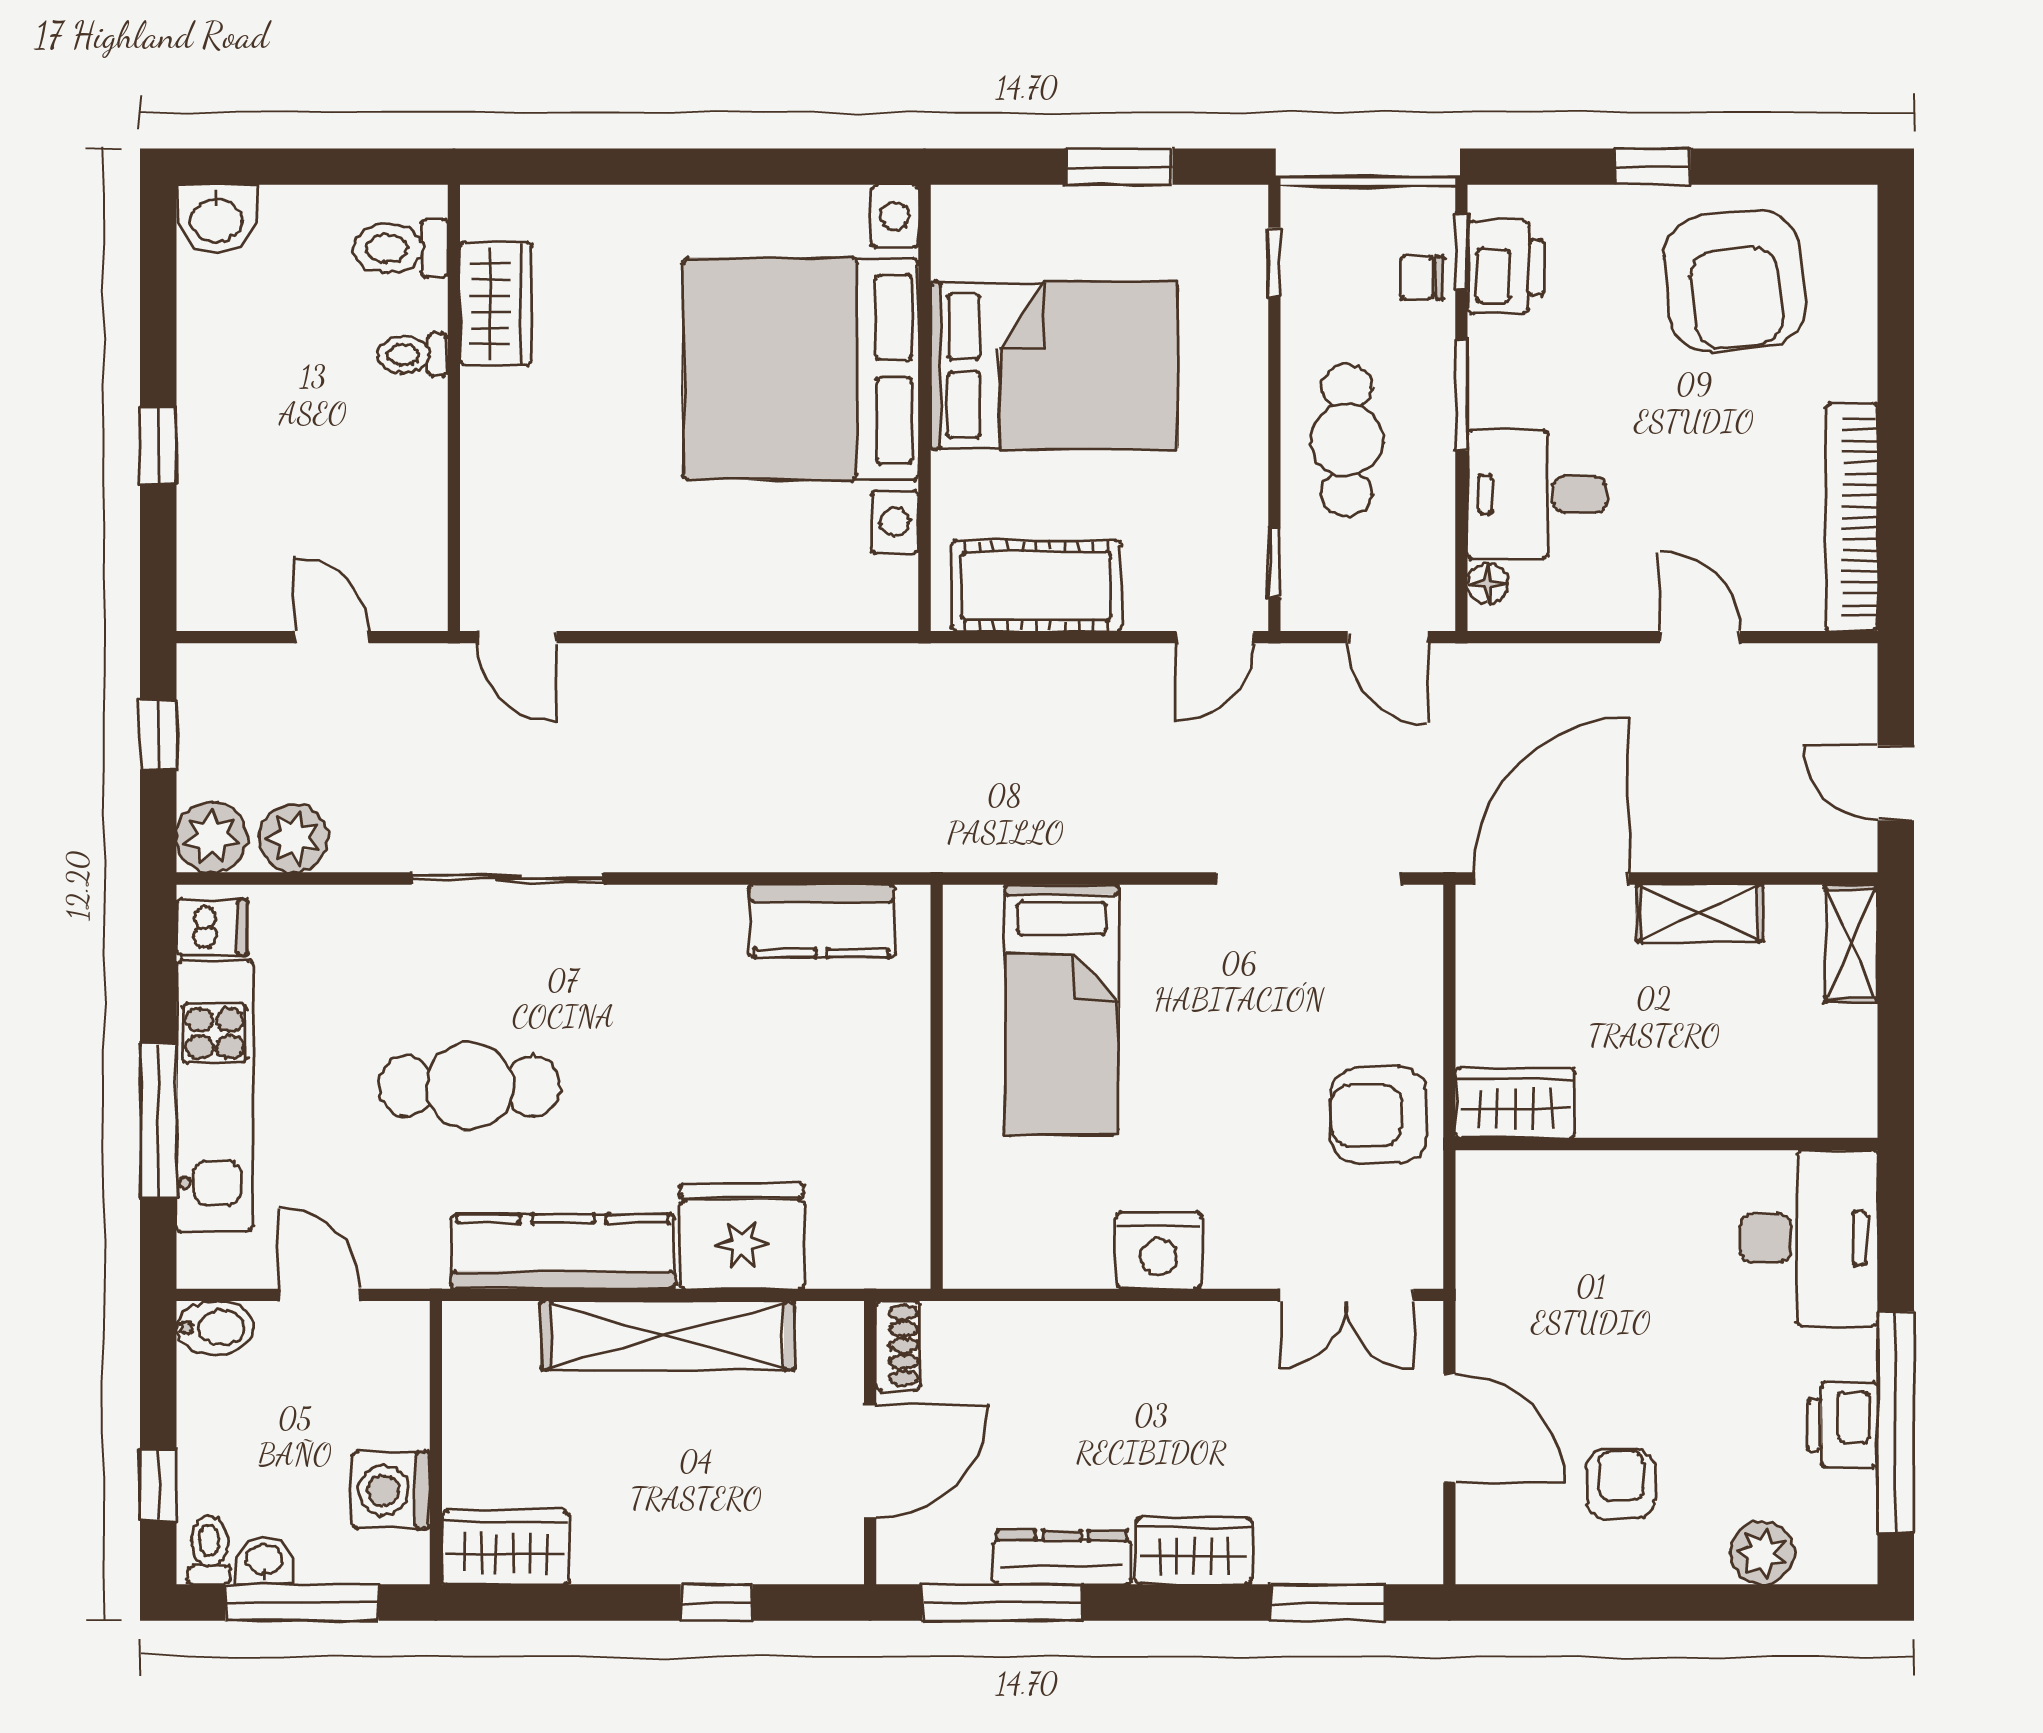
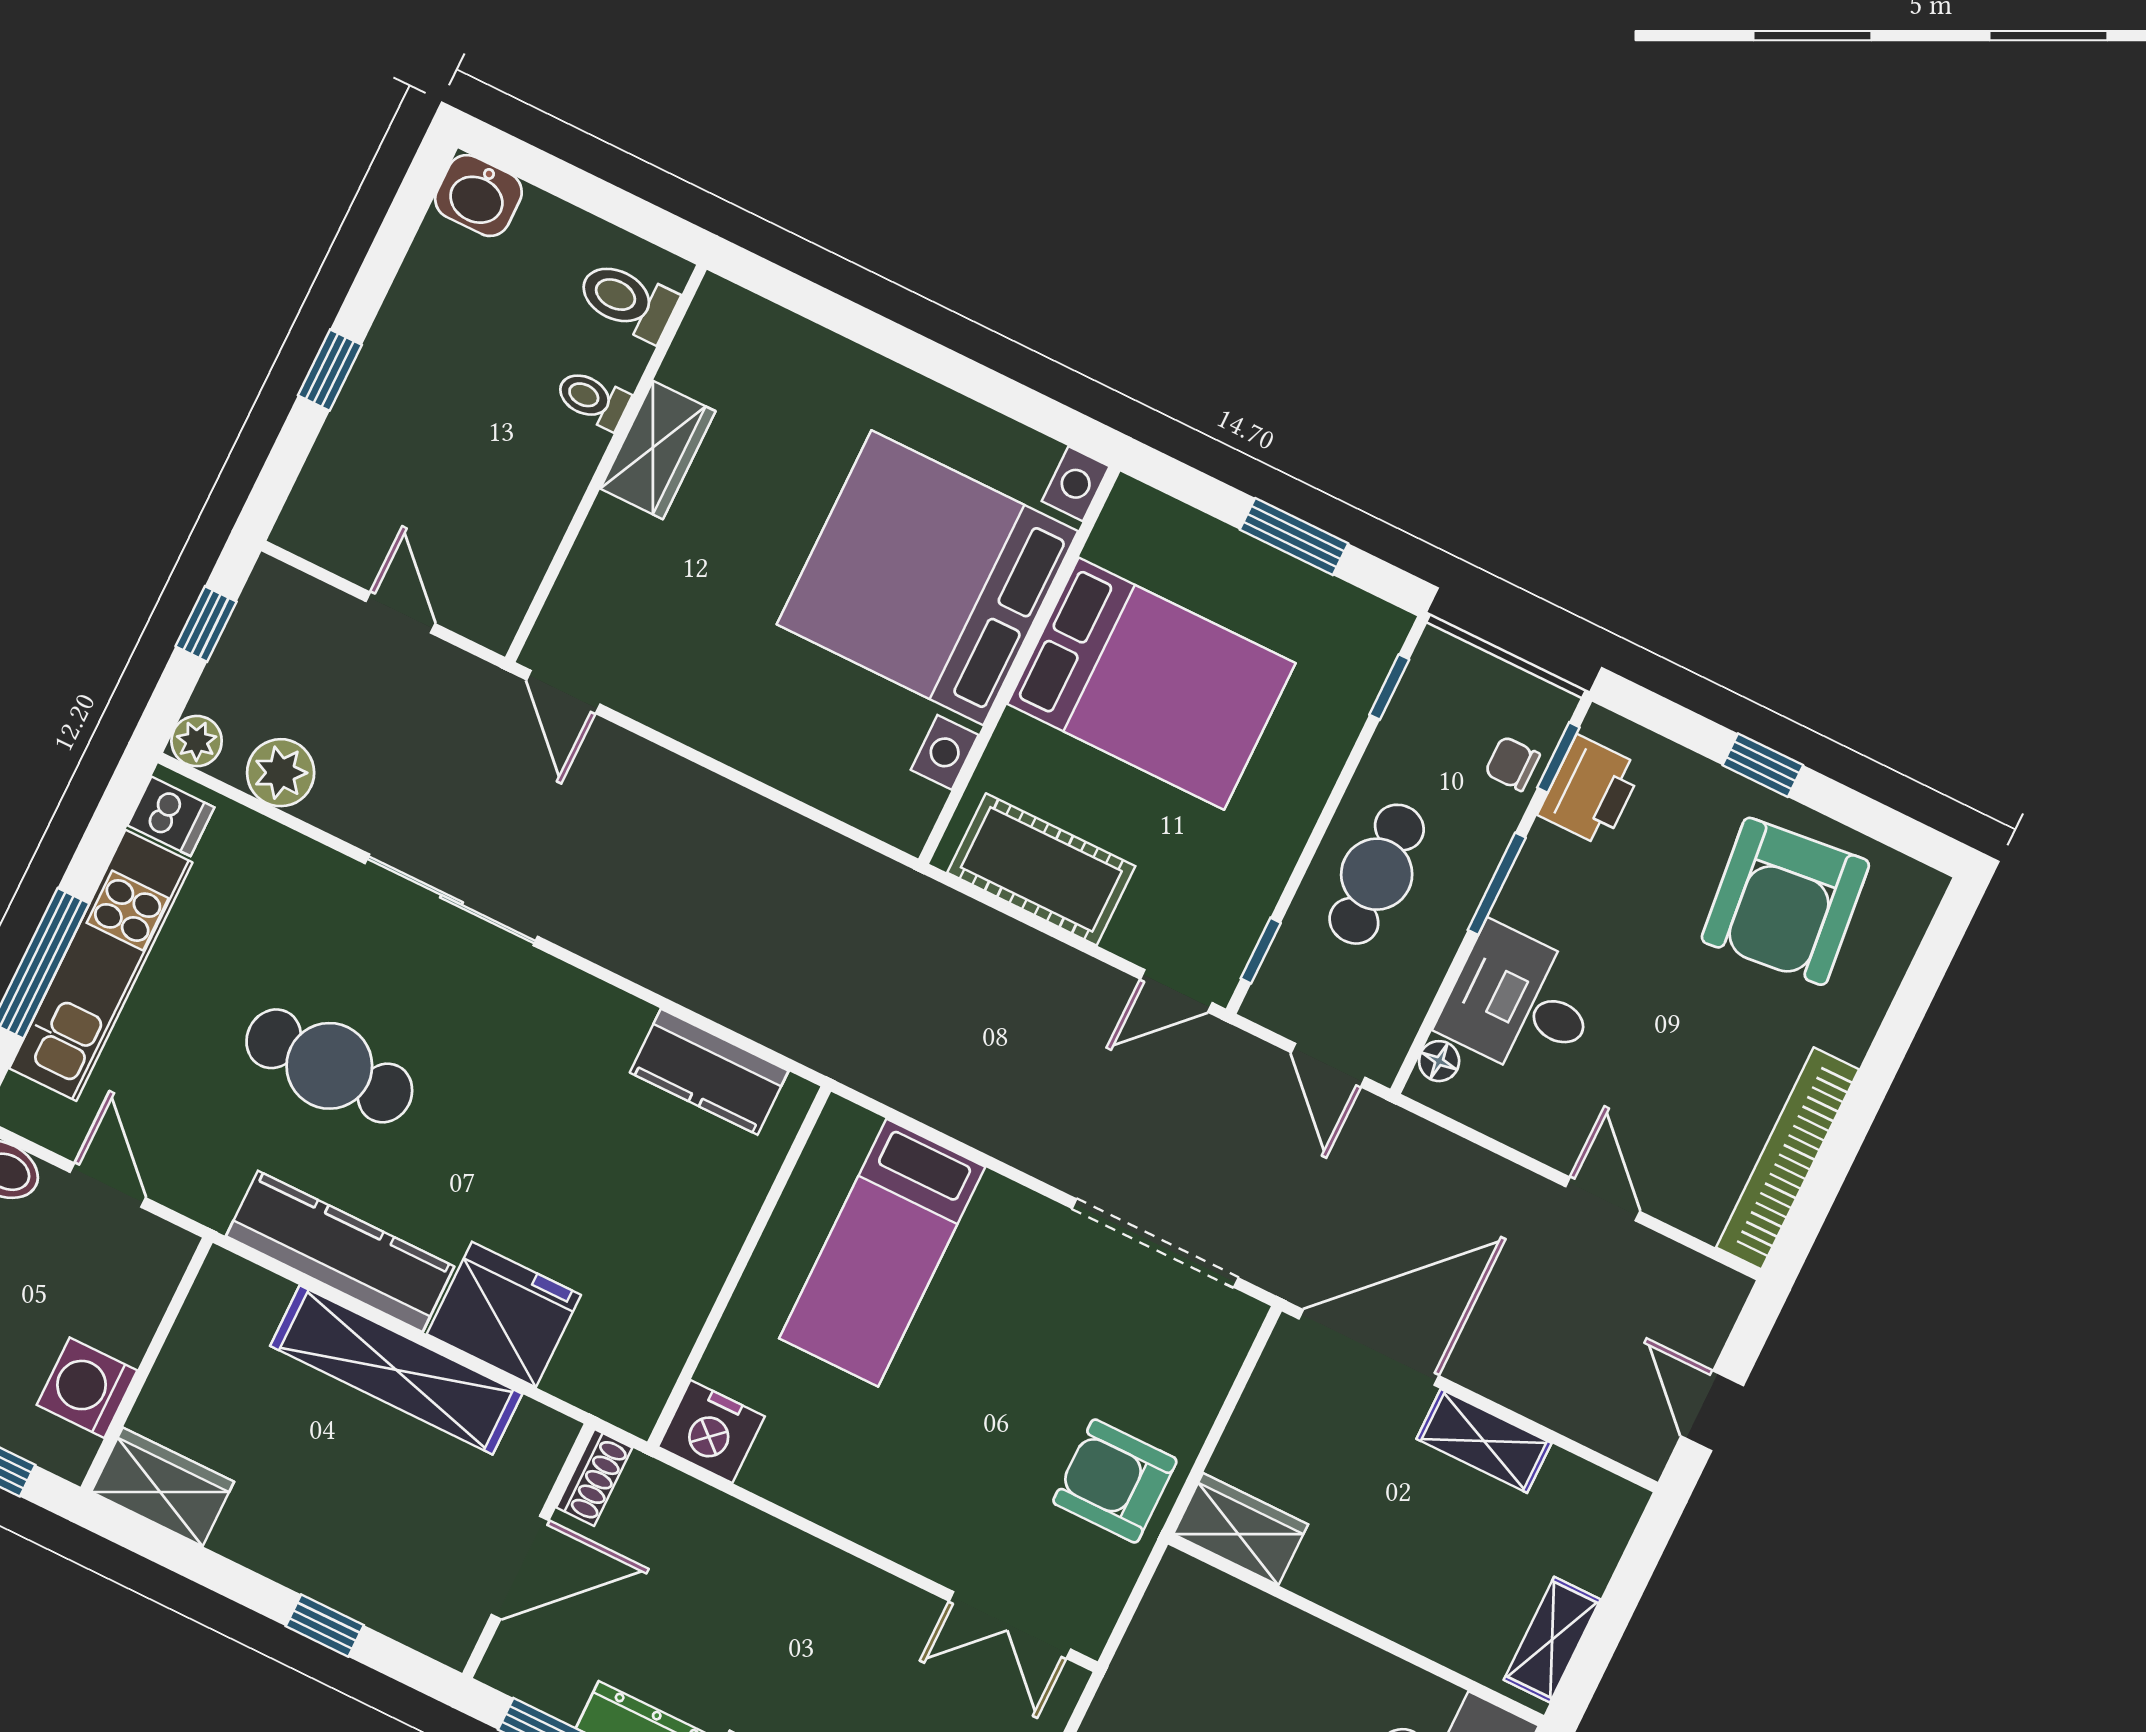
wardrobe: (496, 303) -> (658, 450), moved
plant: (212, 837) -> (197, 741), width x0.73, depth x0.73
shelving: (1851, 943) -> (1552, 1640), moved
nightstand: (1159, 1251) -> (711, 1432), moved

